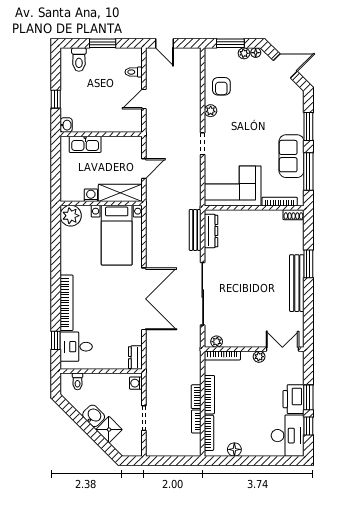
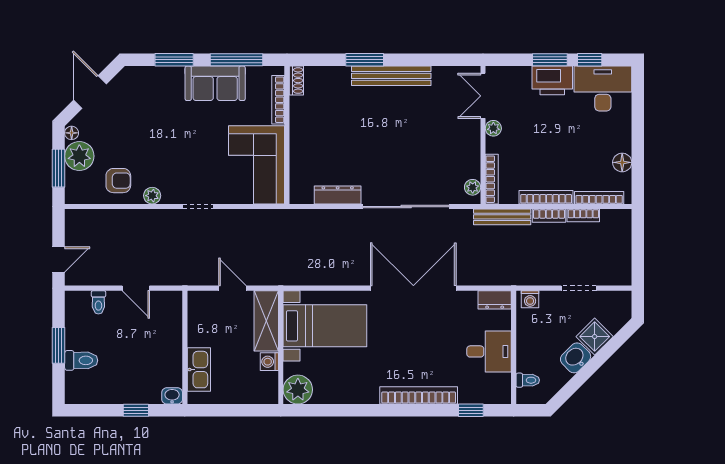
plant: (244, 53) -> (79, 156), width x1.88, depth x1.88
toilet: (79, 60) -> (81, 360), moved
bench: (195, 230) -> (502, 217), moved
dresser: (211, 231) -> (338, 195), moved
desk: (76, 347) -> (489, 351), moved, turned -90

